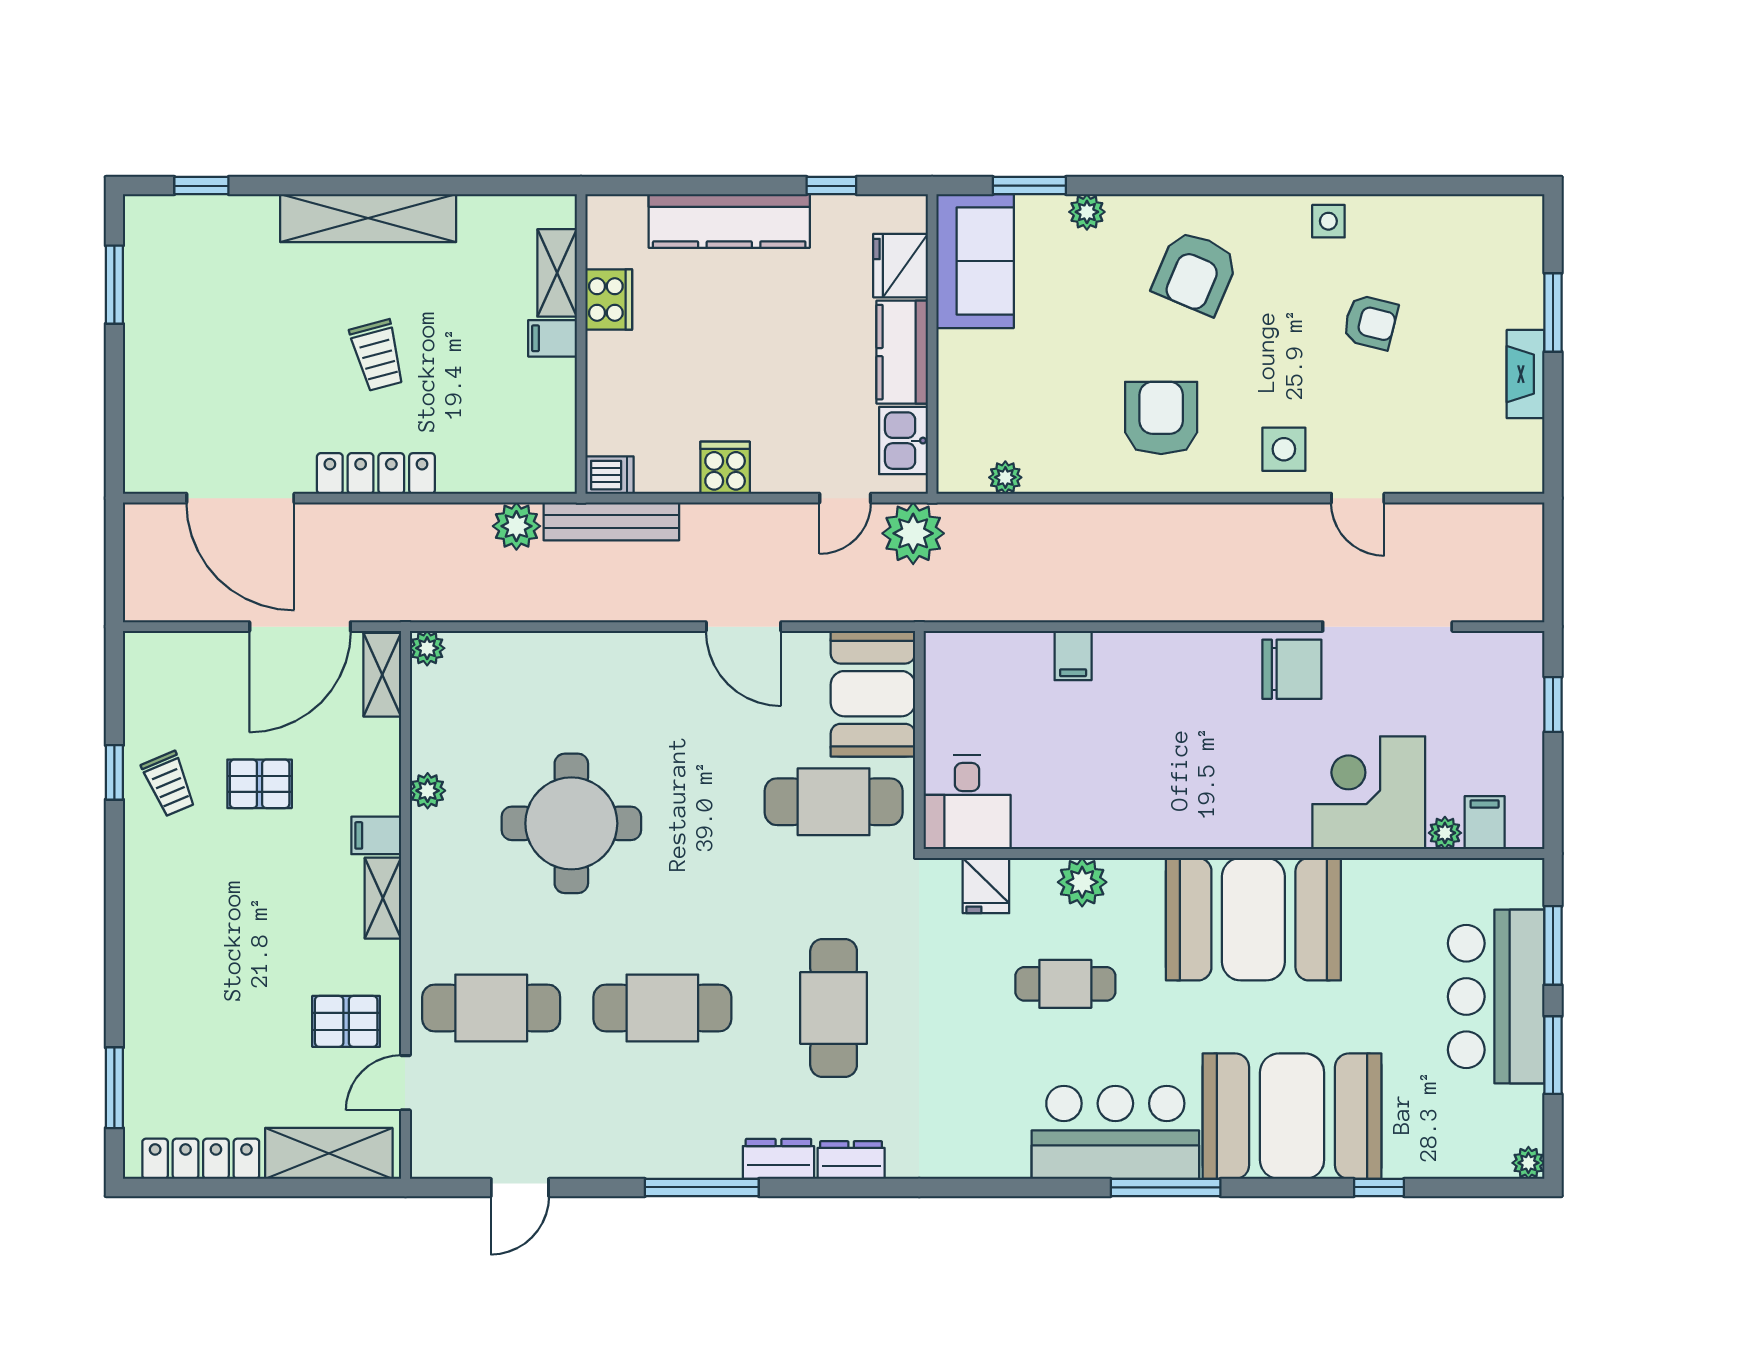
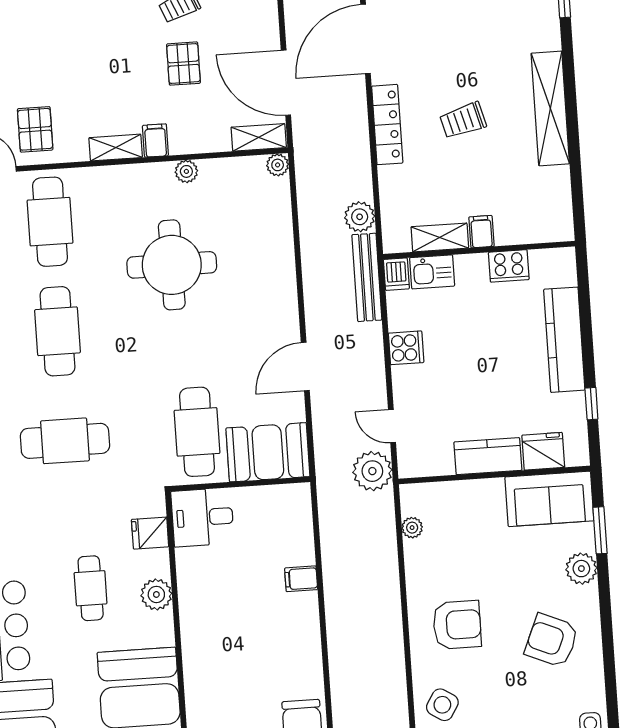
plant: (1087, 212) -> (581, 569), width x1.38, depth x1.38
shelving: (557, 273) -> (440, 237), moved
kitchen sink: (903, 441) -> (432, 272), moved, turned 180
side table: (1284, 449) -> (442, 705), turned 32

